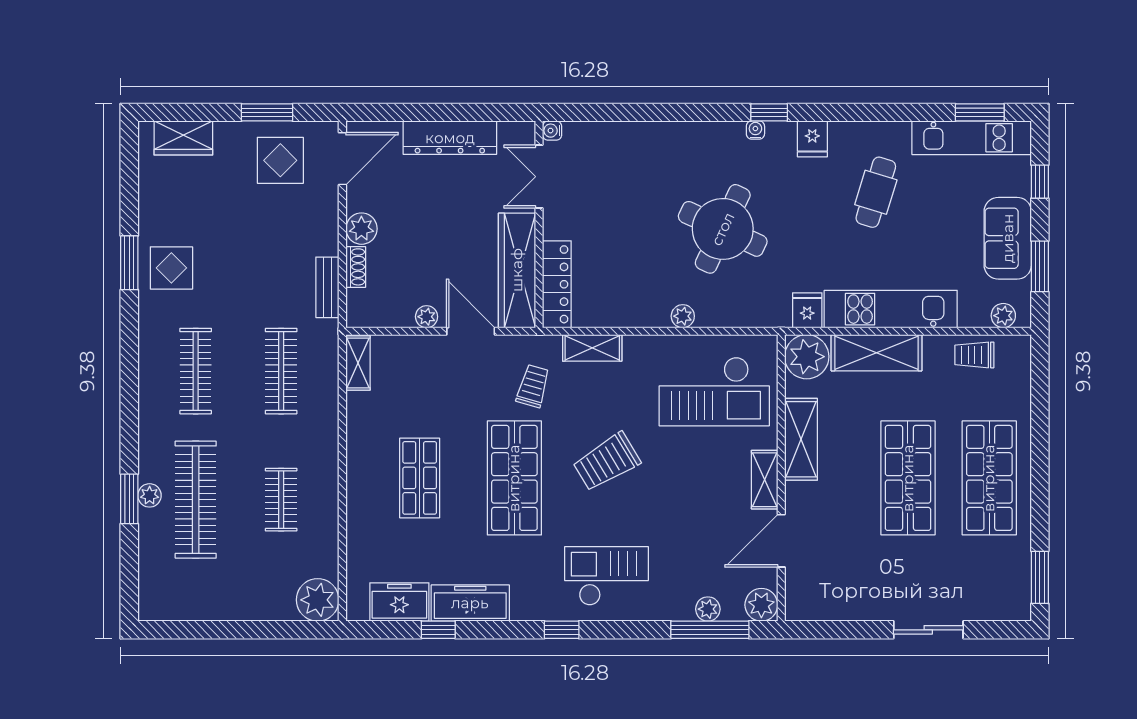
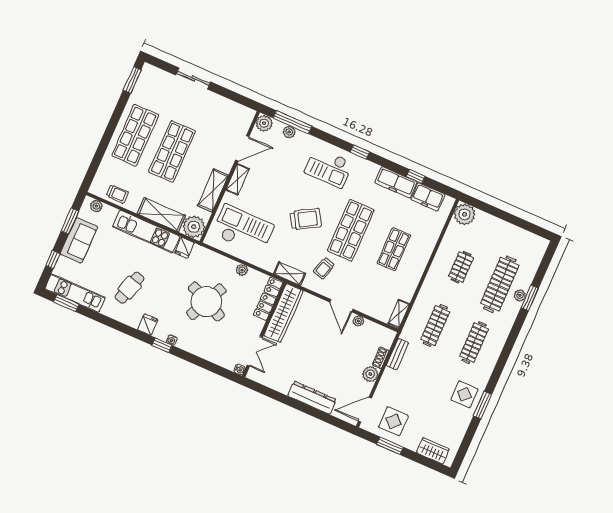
water cooler: (552, 131) -> (240, 370), moved
double door: (539, 177) -> (255, 351), moved
wall: (539, 224) -> (264, 330), moved
wardrobe: (517, 270) -> (283, 313), moved
locker: (557, 284) -> (268, 299), moved

